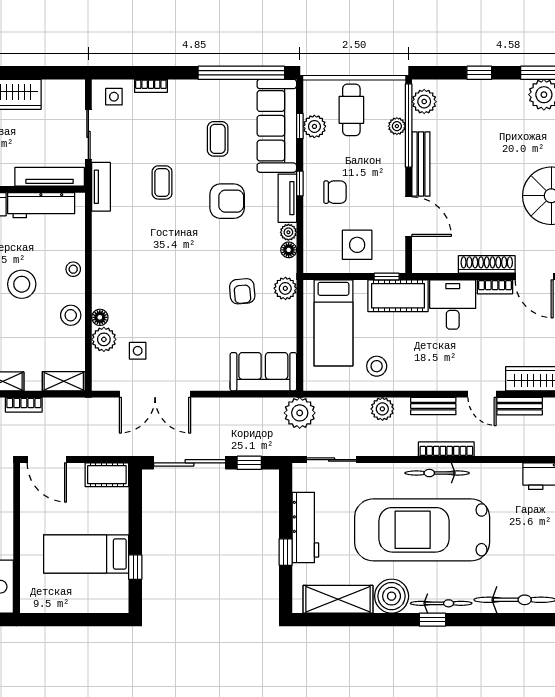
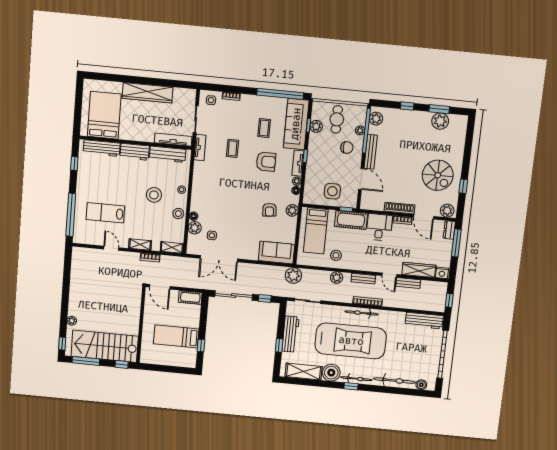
chair: (335, 192) -> (347, 148), moved
car: (422, 530) -> (351, 341), turned 180

